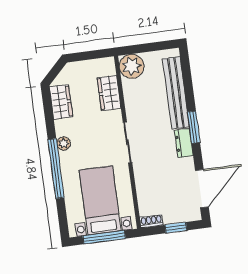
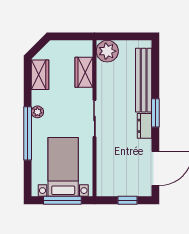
shoe rack: (151, 221) -> (106, 192), removed

